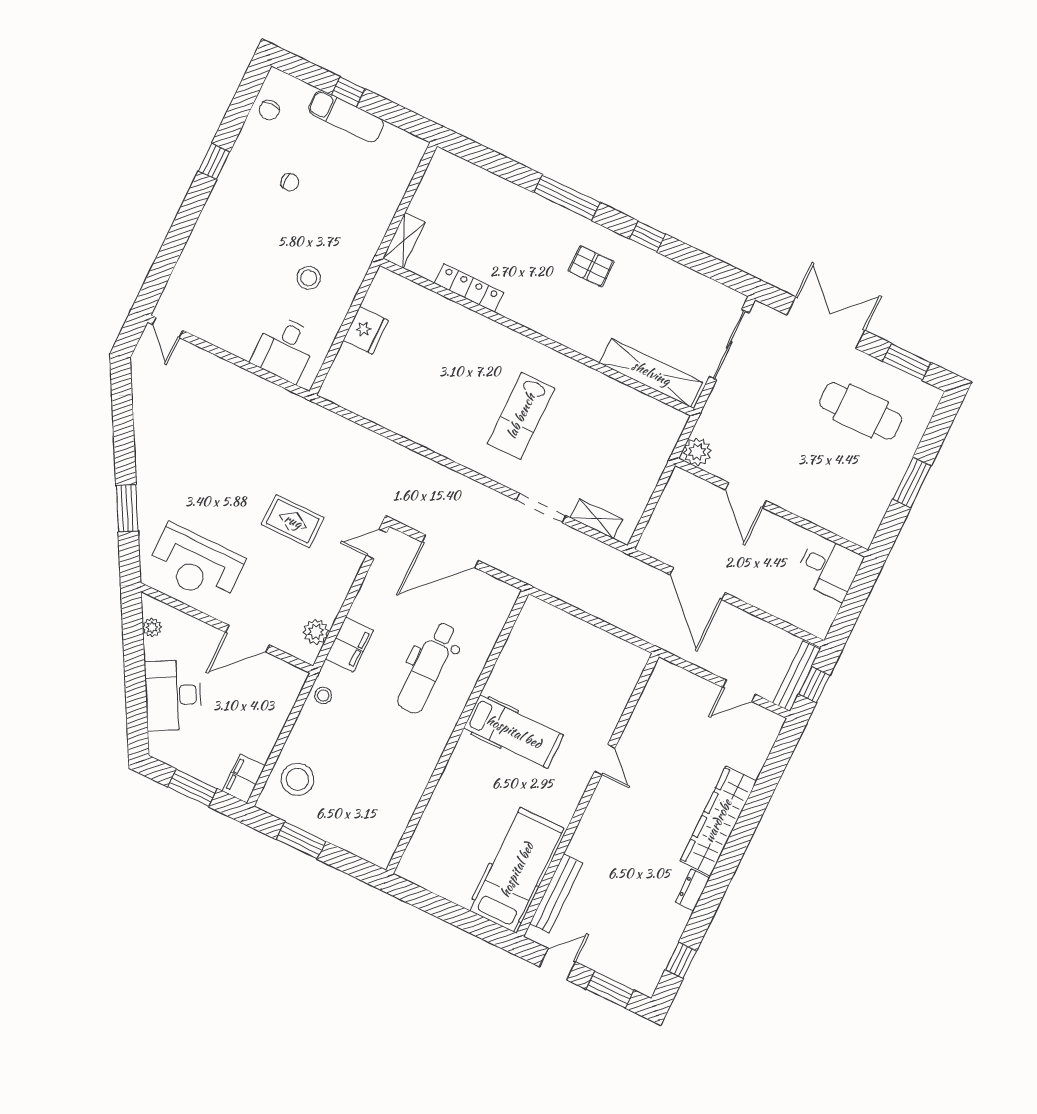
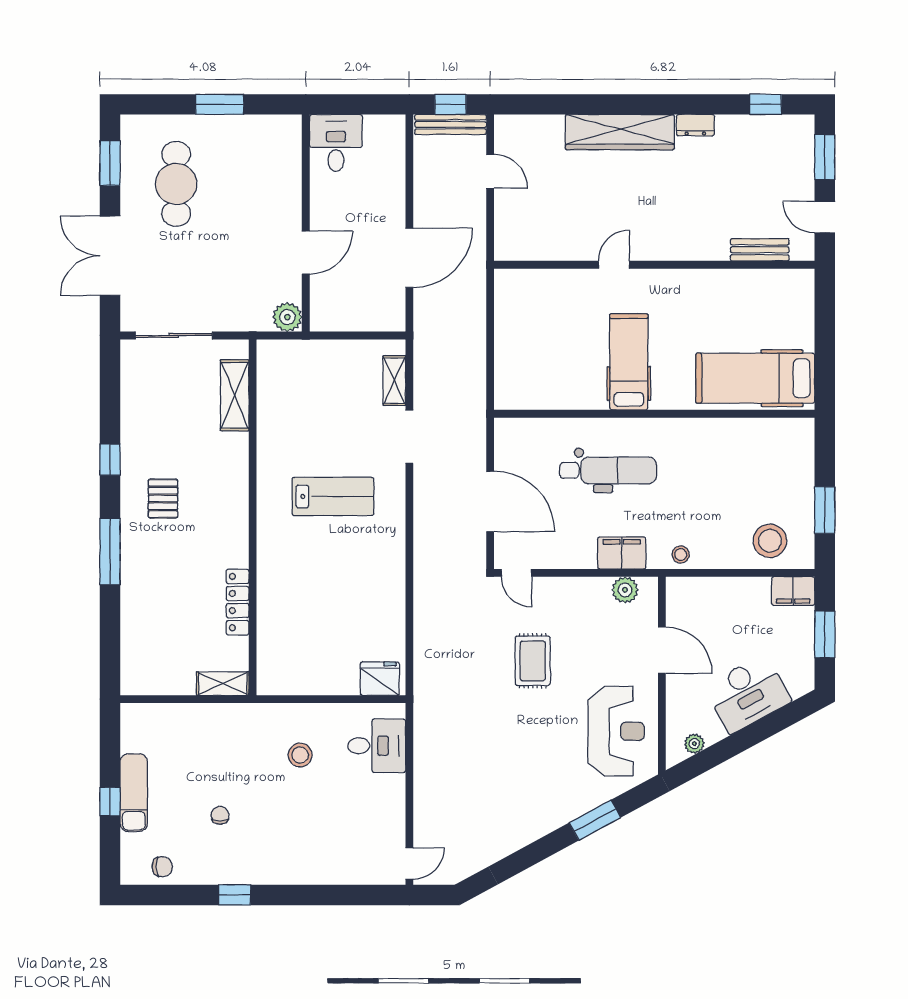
fridge: (366, 330) -> (380, 679), moved
shelving: (651, 373) -> (235, 395), width x0.68
hospital bed: (517, 870) -> (755, 378), moved
bench: (556, 893) -> (760, 250), width x0.73

